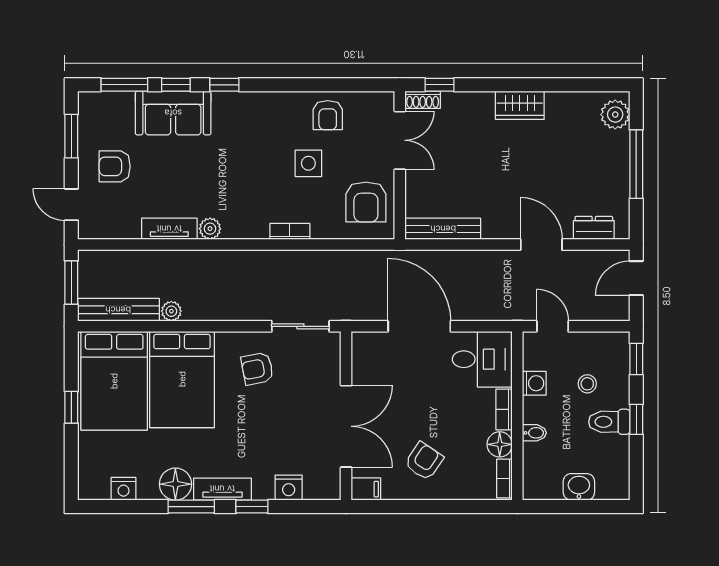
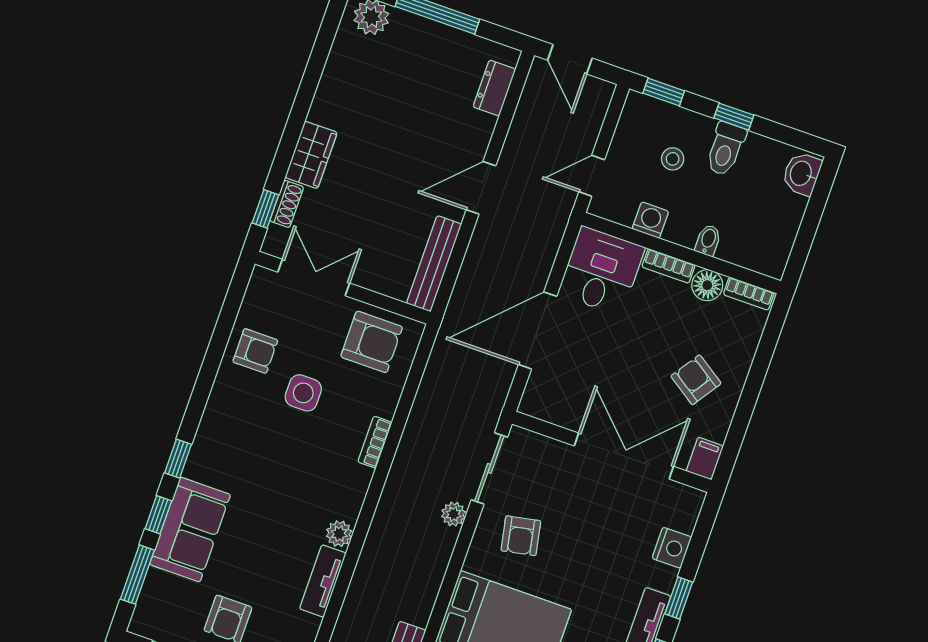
shoe rack: (423, 100) -> (287, 204), moved
wardrobe: (520, 105) -> (311, 155), moved
door: (541, 245) -> (481, 188), moved
plant: (171, 311) -> (454, 514), moved
washbasin: (579, 487) -> (802, 174), moved

